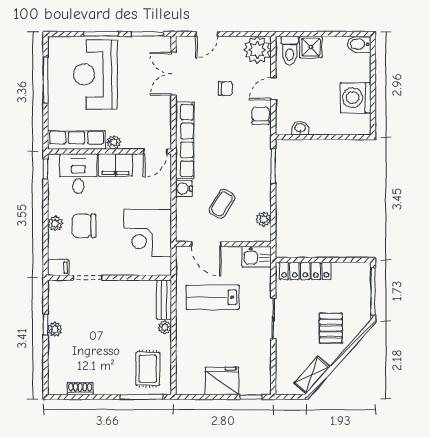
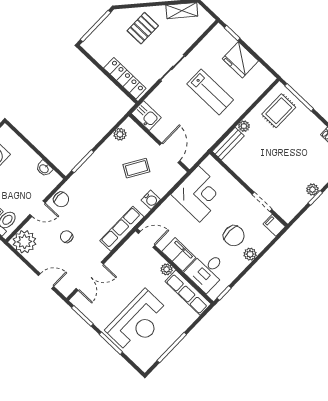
chair: (261, 116) -> (61, 199), turned -90
row of seats: (185, 140) -> (122, 229), width x0.73
lab bench: (212, 297) -> (210, 92), moved

